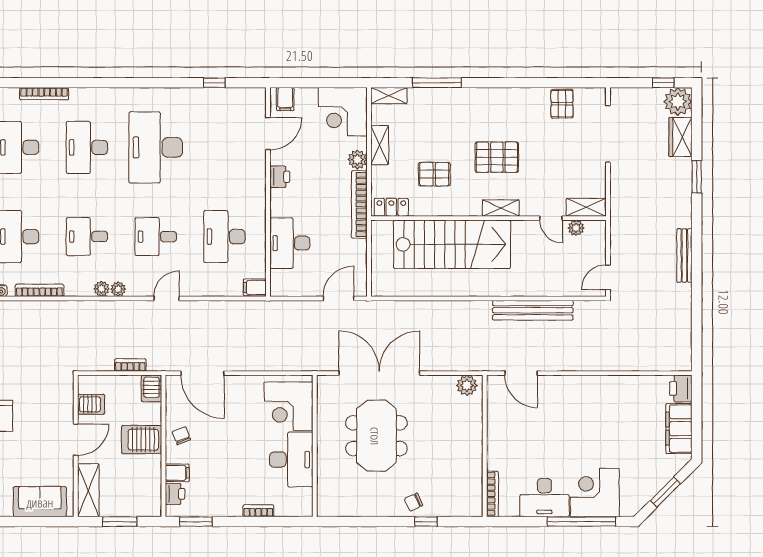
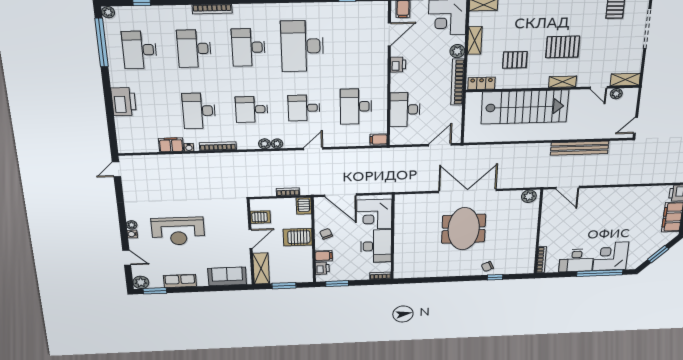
corner desk: (289, 406) -> (374, 214), moved
wall: (315, 446) -> (393, 237), moved
desk: (291, 460) -> (376, 246), moved

